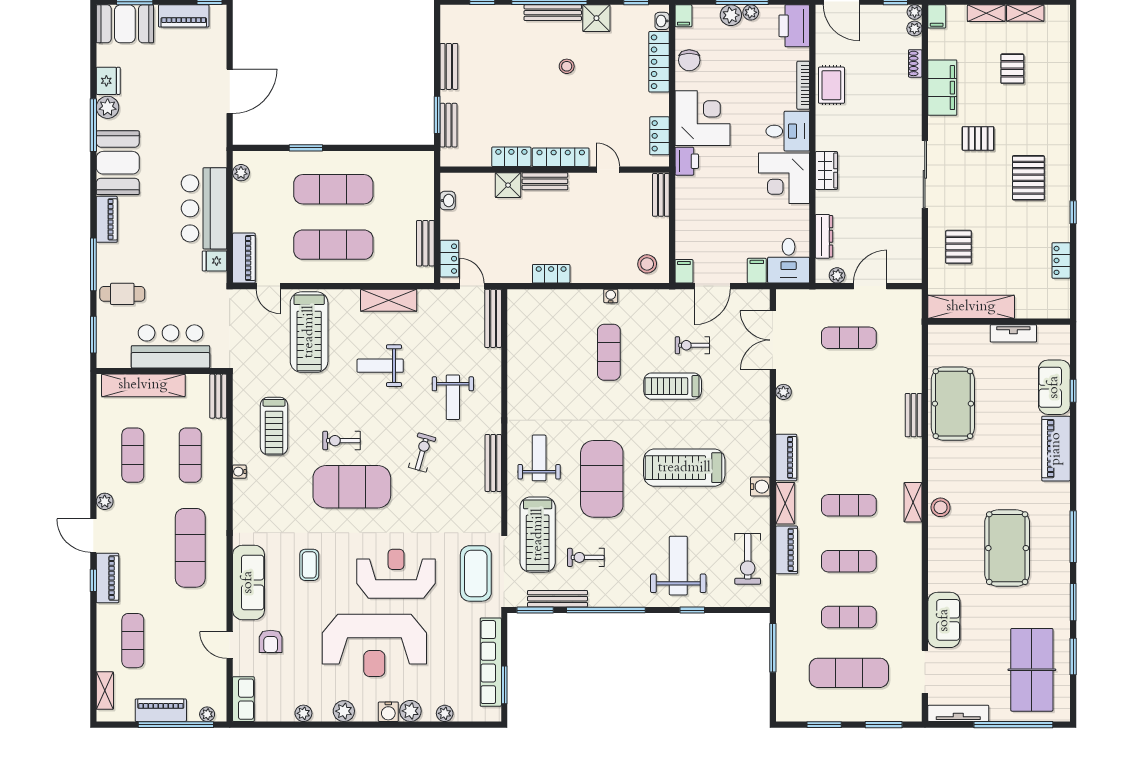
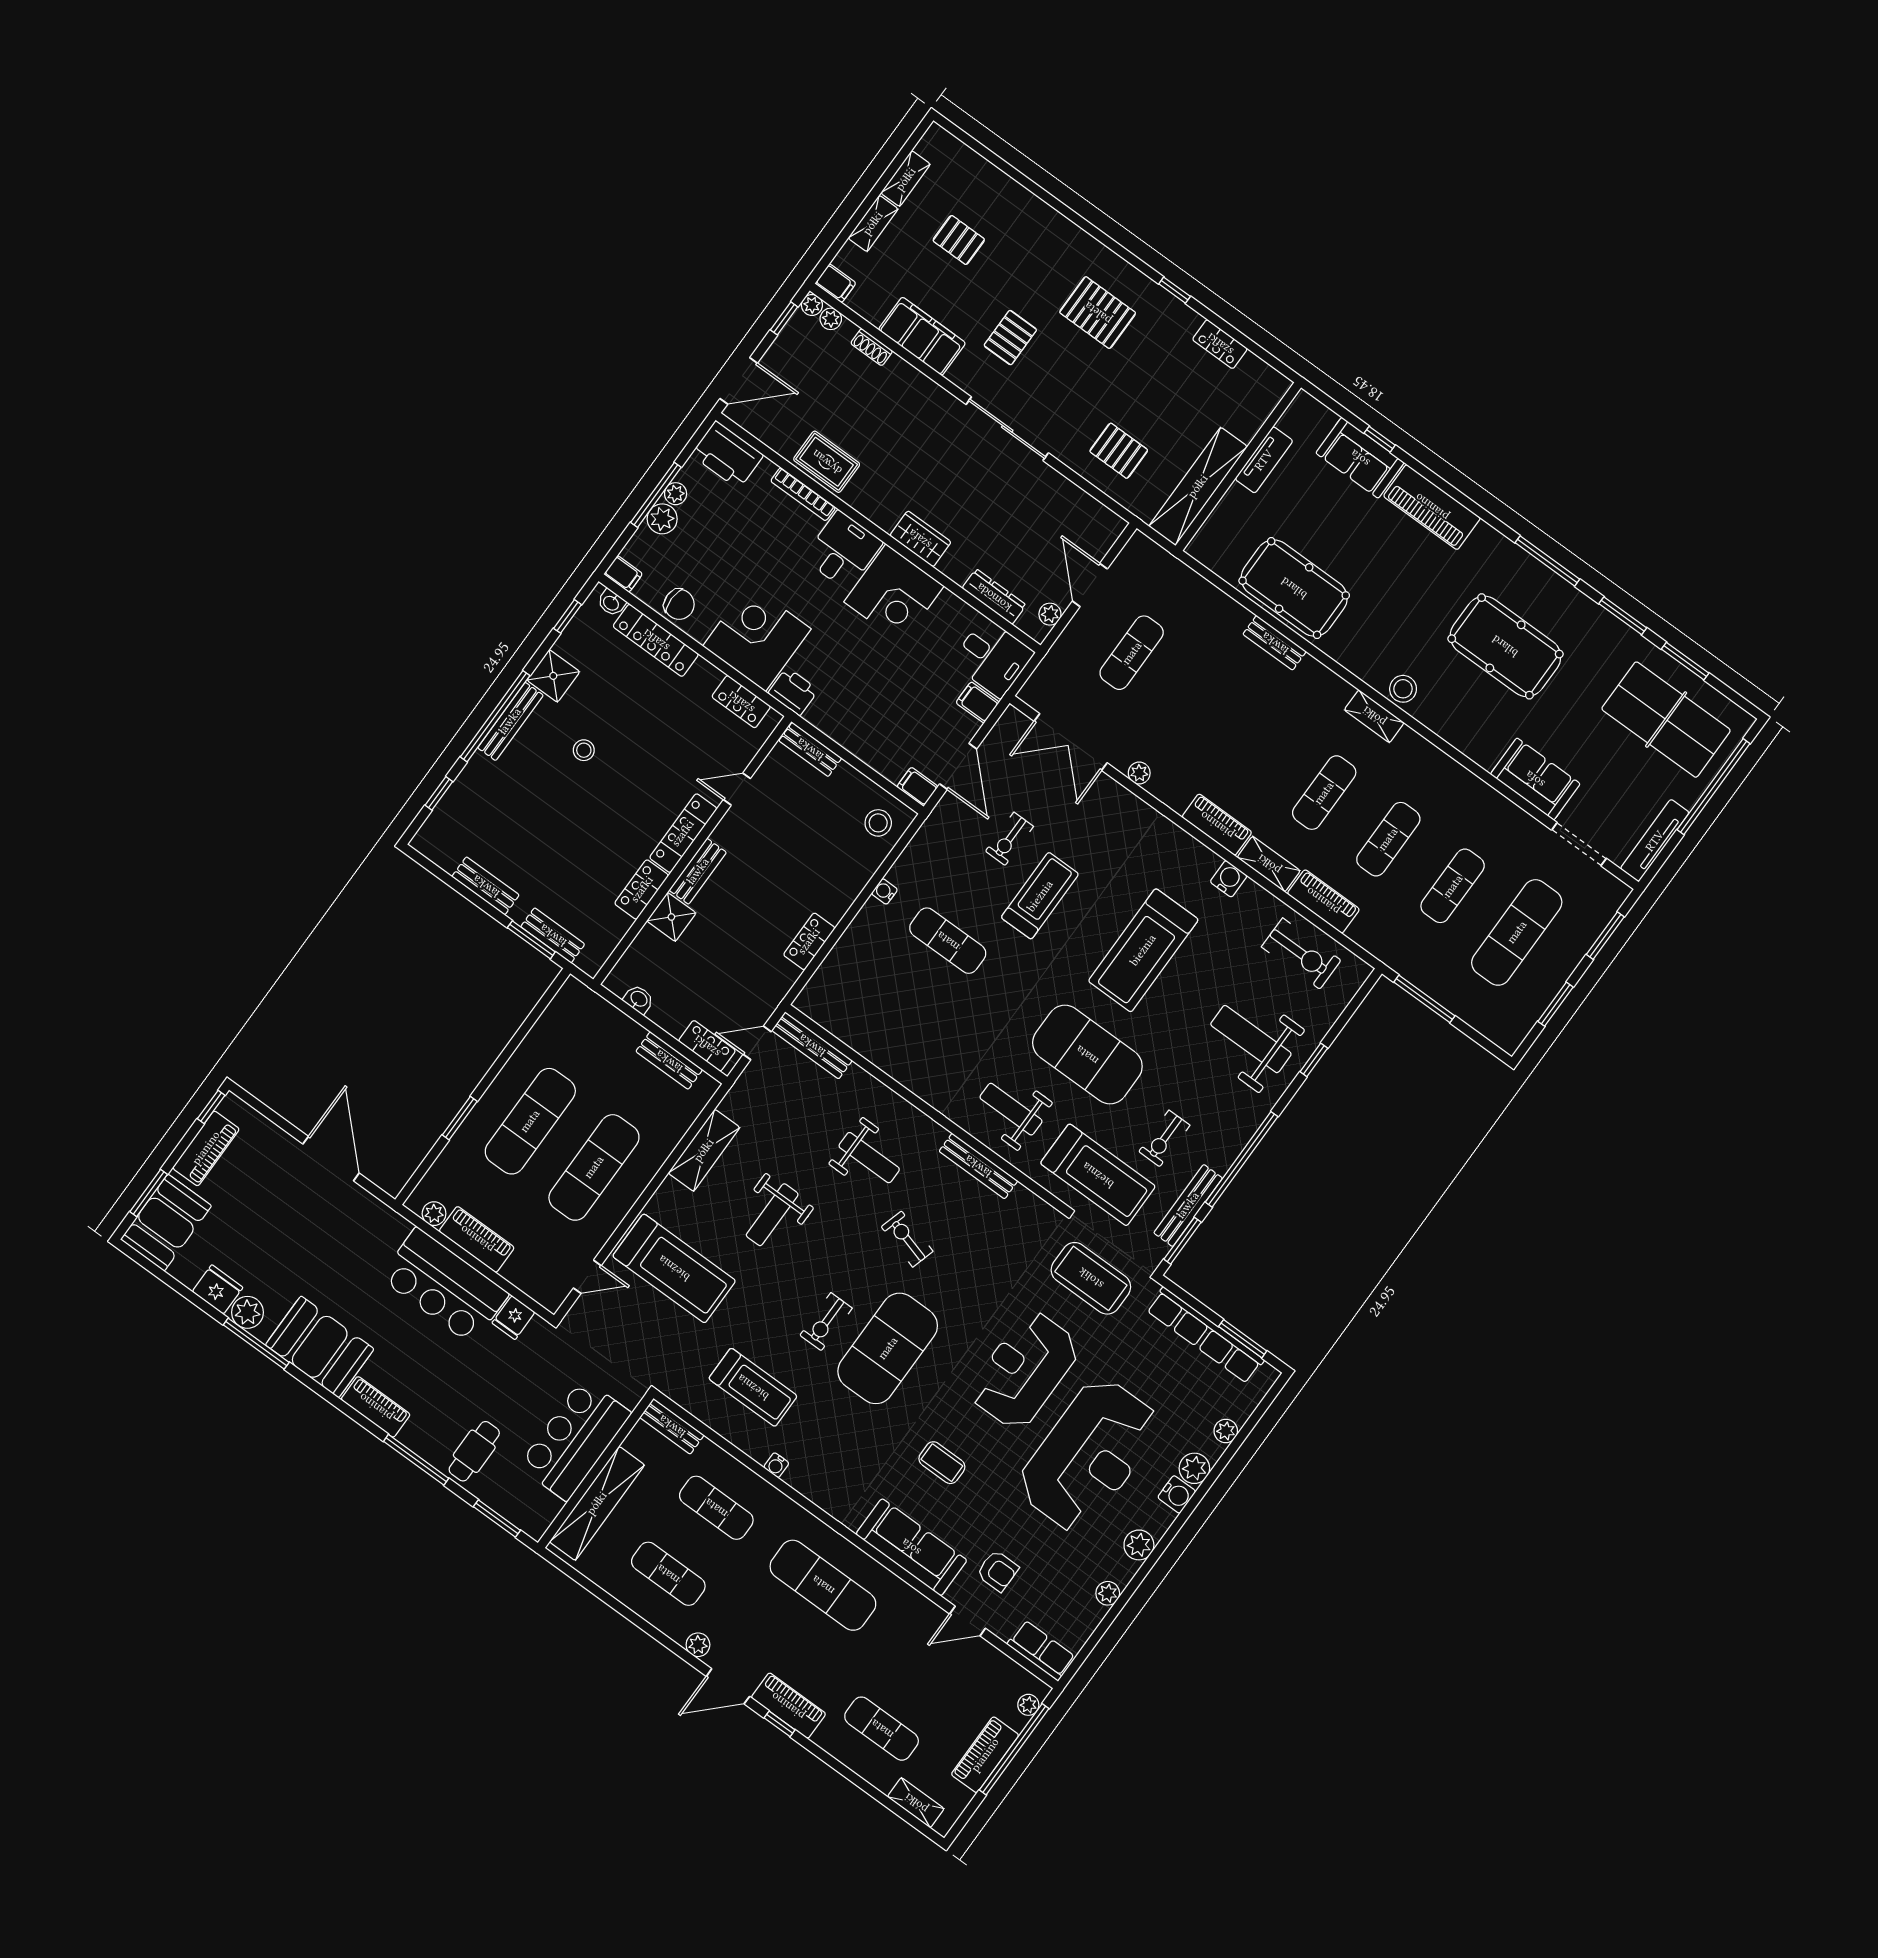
piano: (244, 258) -> (477, 1239), moved
treadmill: (673, 386) -> (1040, 896), turned 180

